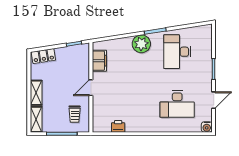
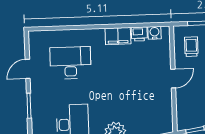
filing cabinet: (99, 61) -> (118, 36), moved, turned -90
water cooler: (207, 127) -> (155, 33), moved

